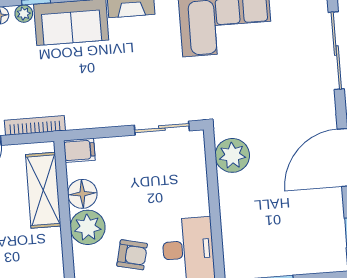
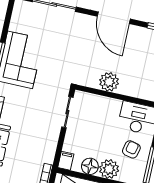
plant: (232, 155) -> (109, 82), moved

